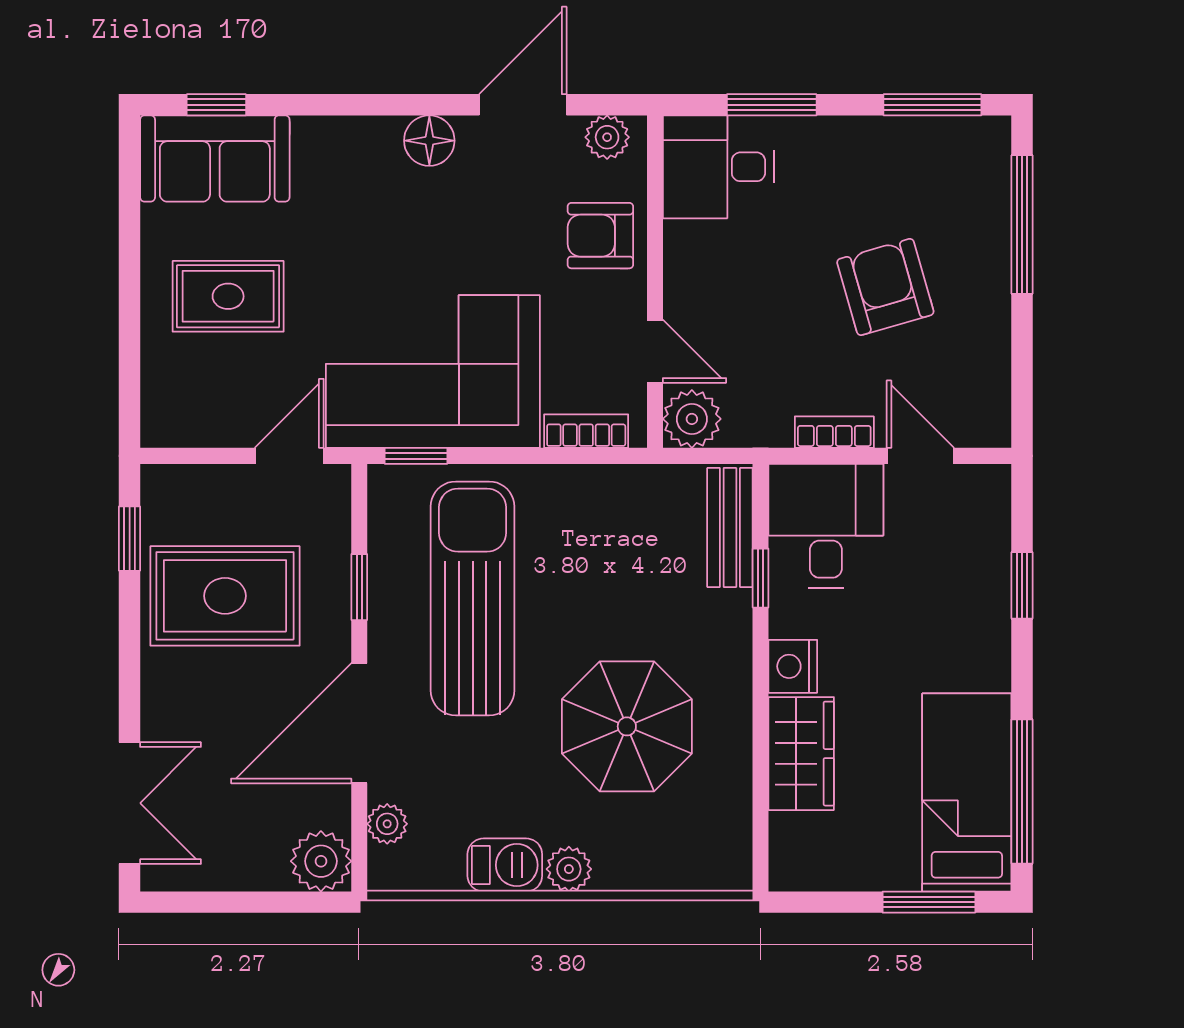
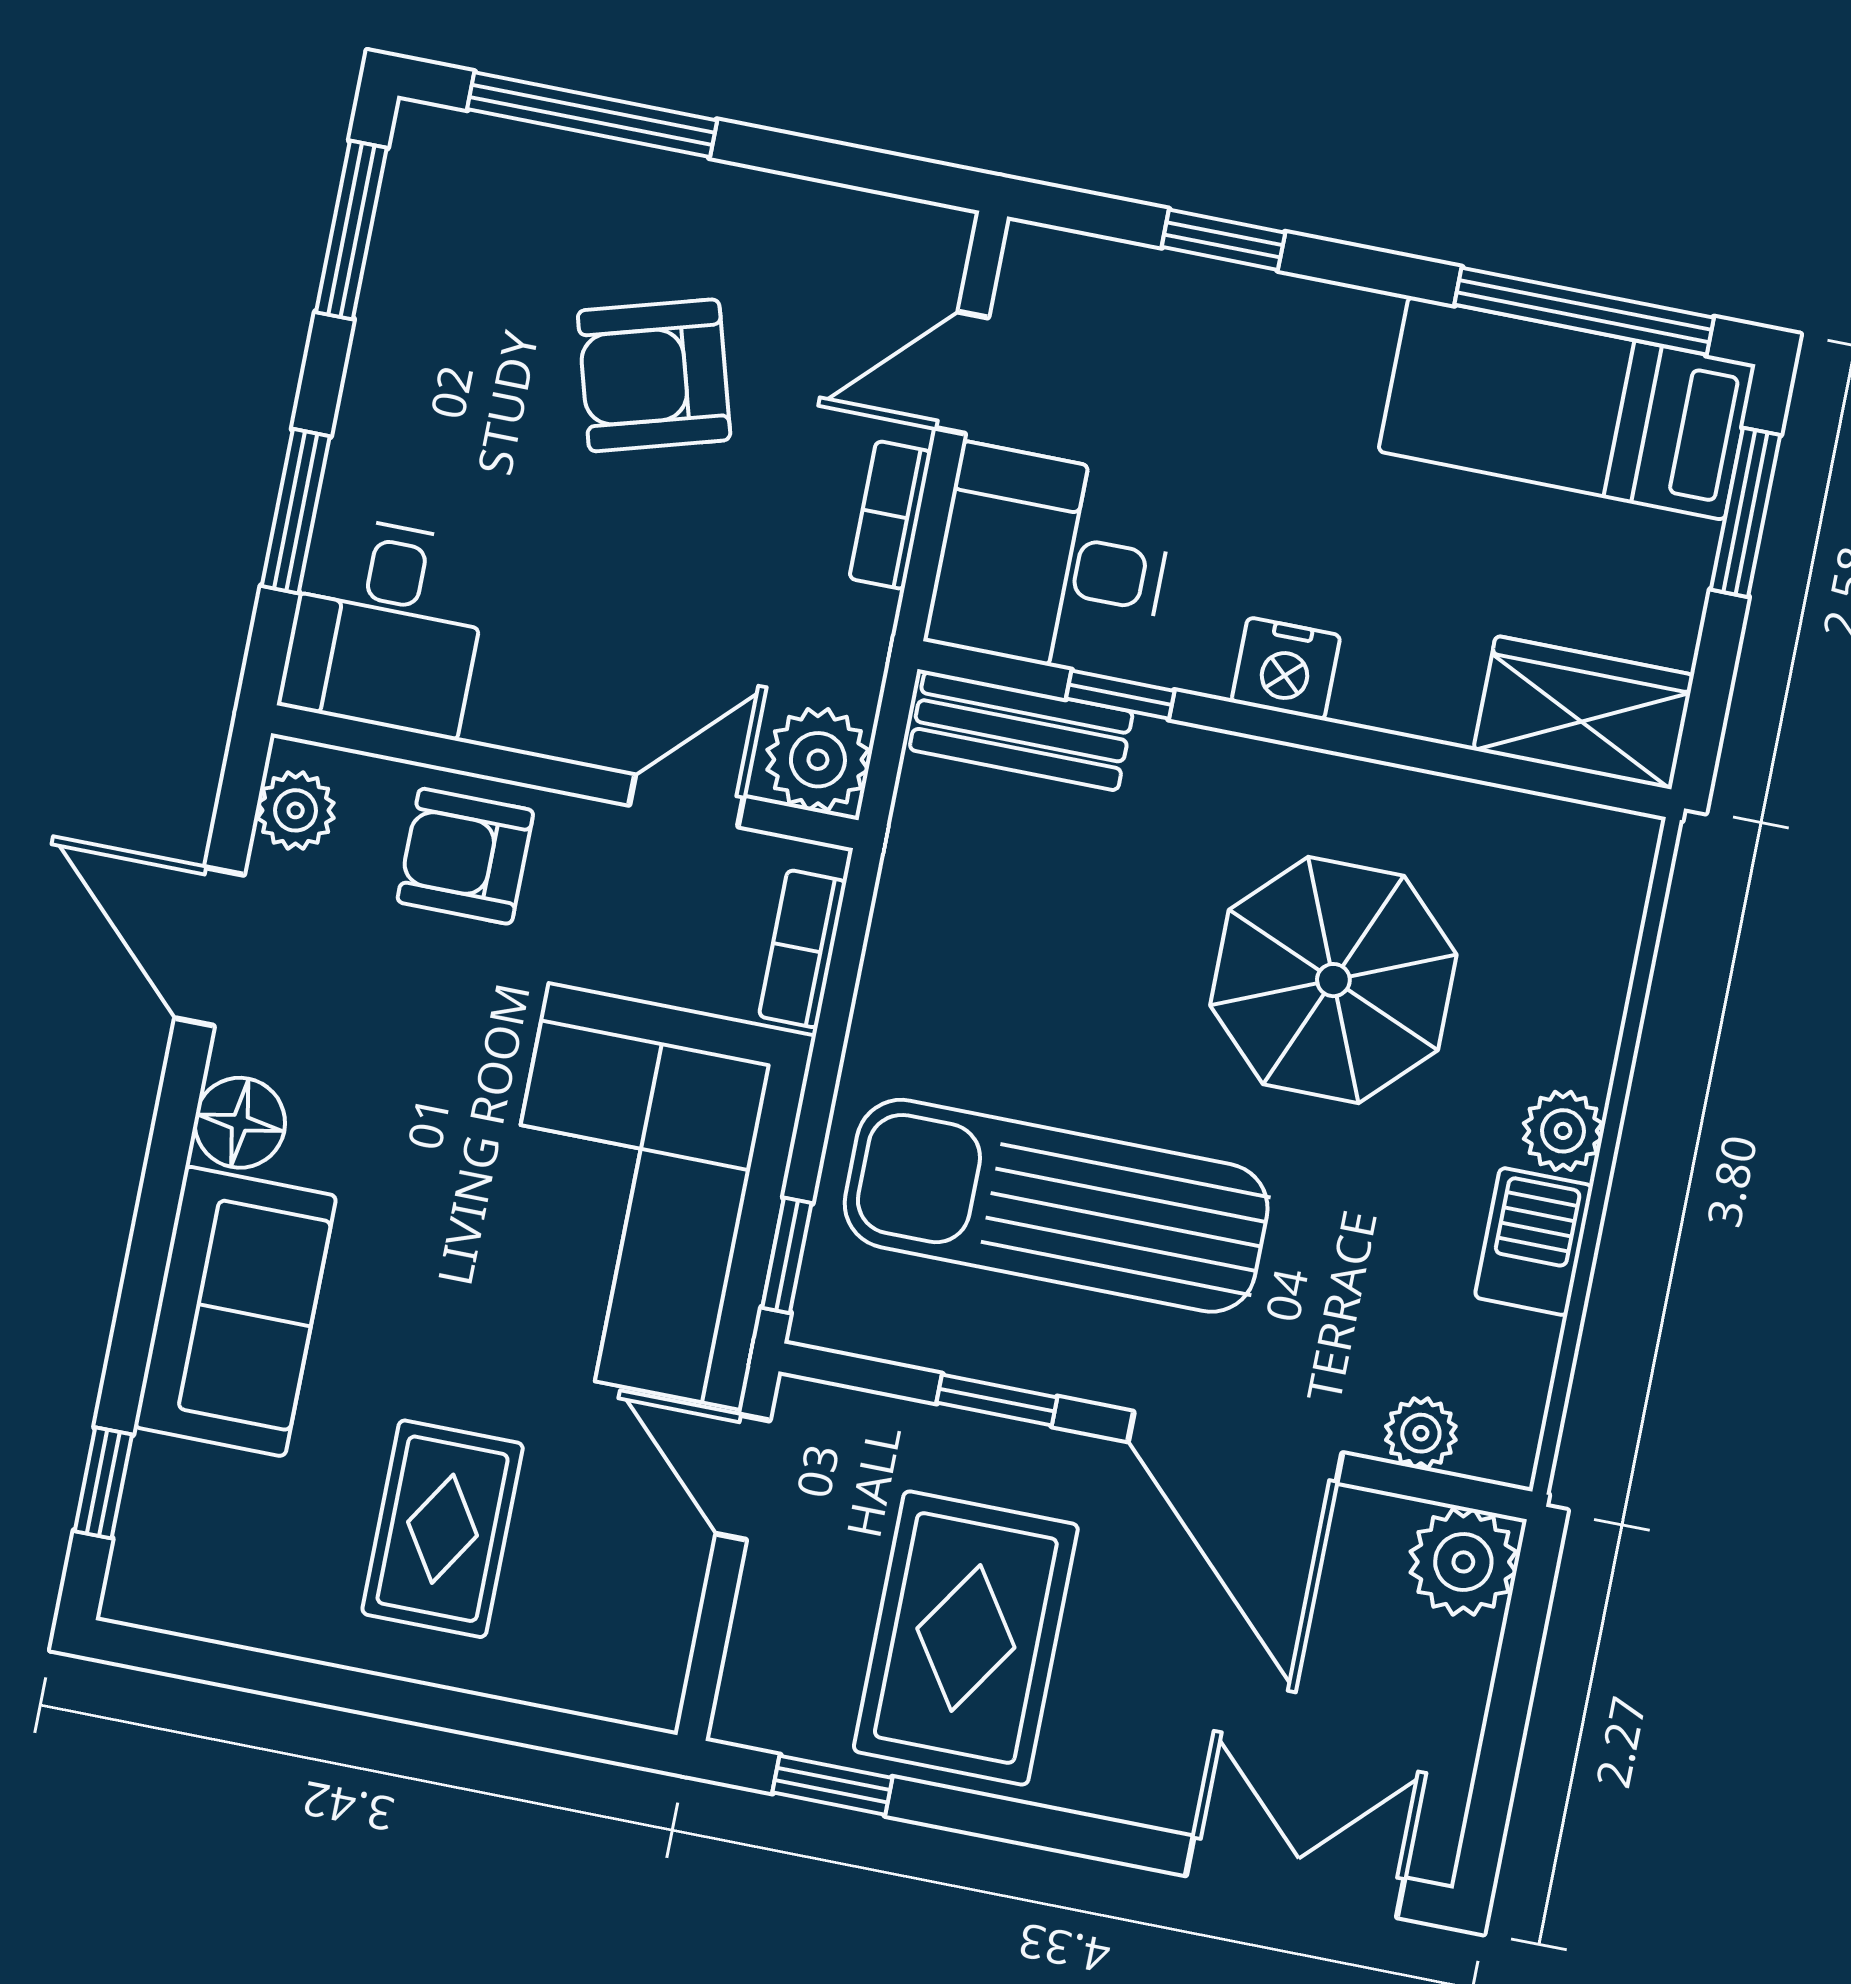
sofa: (215, 158) -> (235, 1311), moved
armchair: (600, 236) -> (465, 856), turned 90
wardrobe: (801, 754) -> (1583, 712), moved

